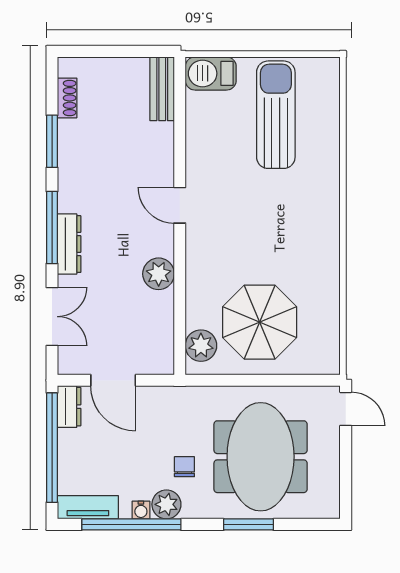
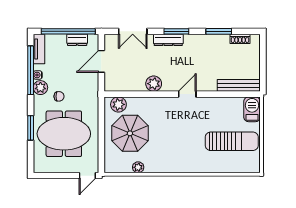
bench: (162, 89) -> (239, 85), width x1.36
window: (52, 228) -> (176, 31), width x0.69
plant: (329, 305) -> (138, 167), added
dresser: (69, 407) -> (77, 40), moved

